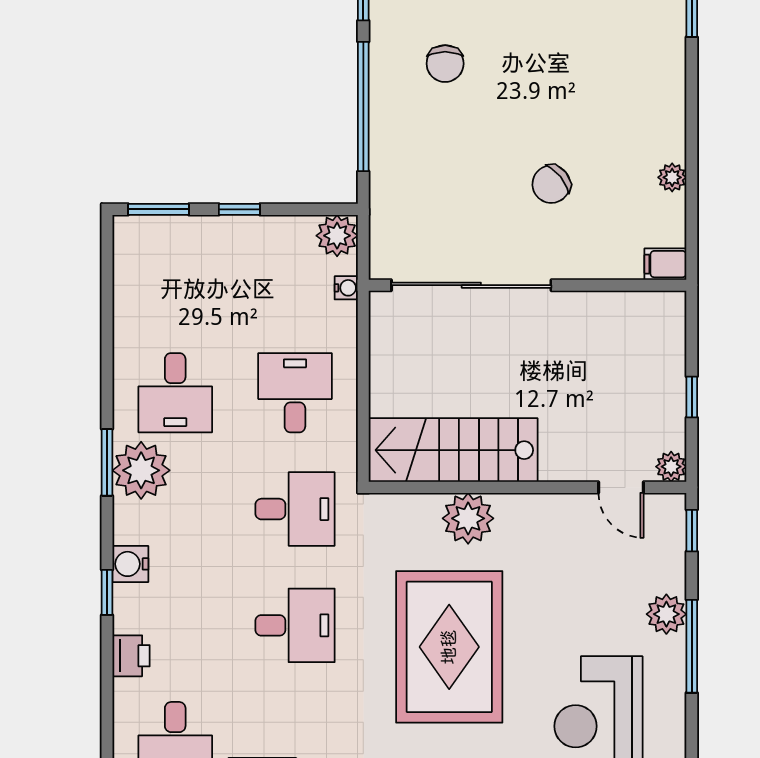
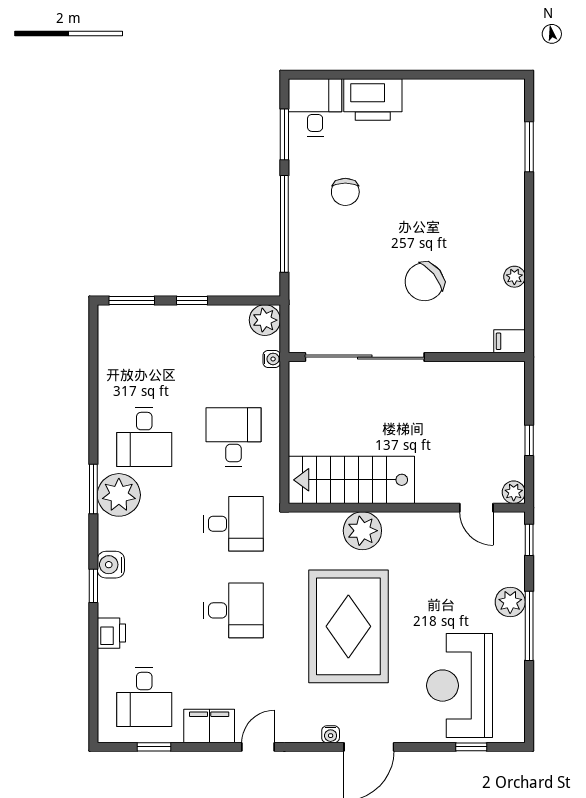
chair: (551, 184) -> (424, 282), width x1.37, depth x1.37

